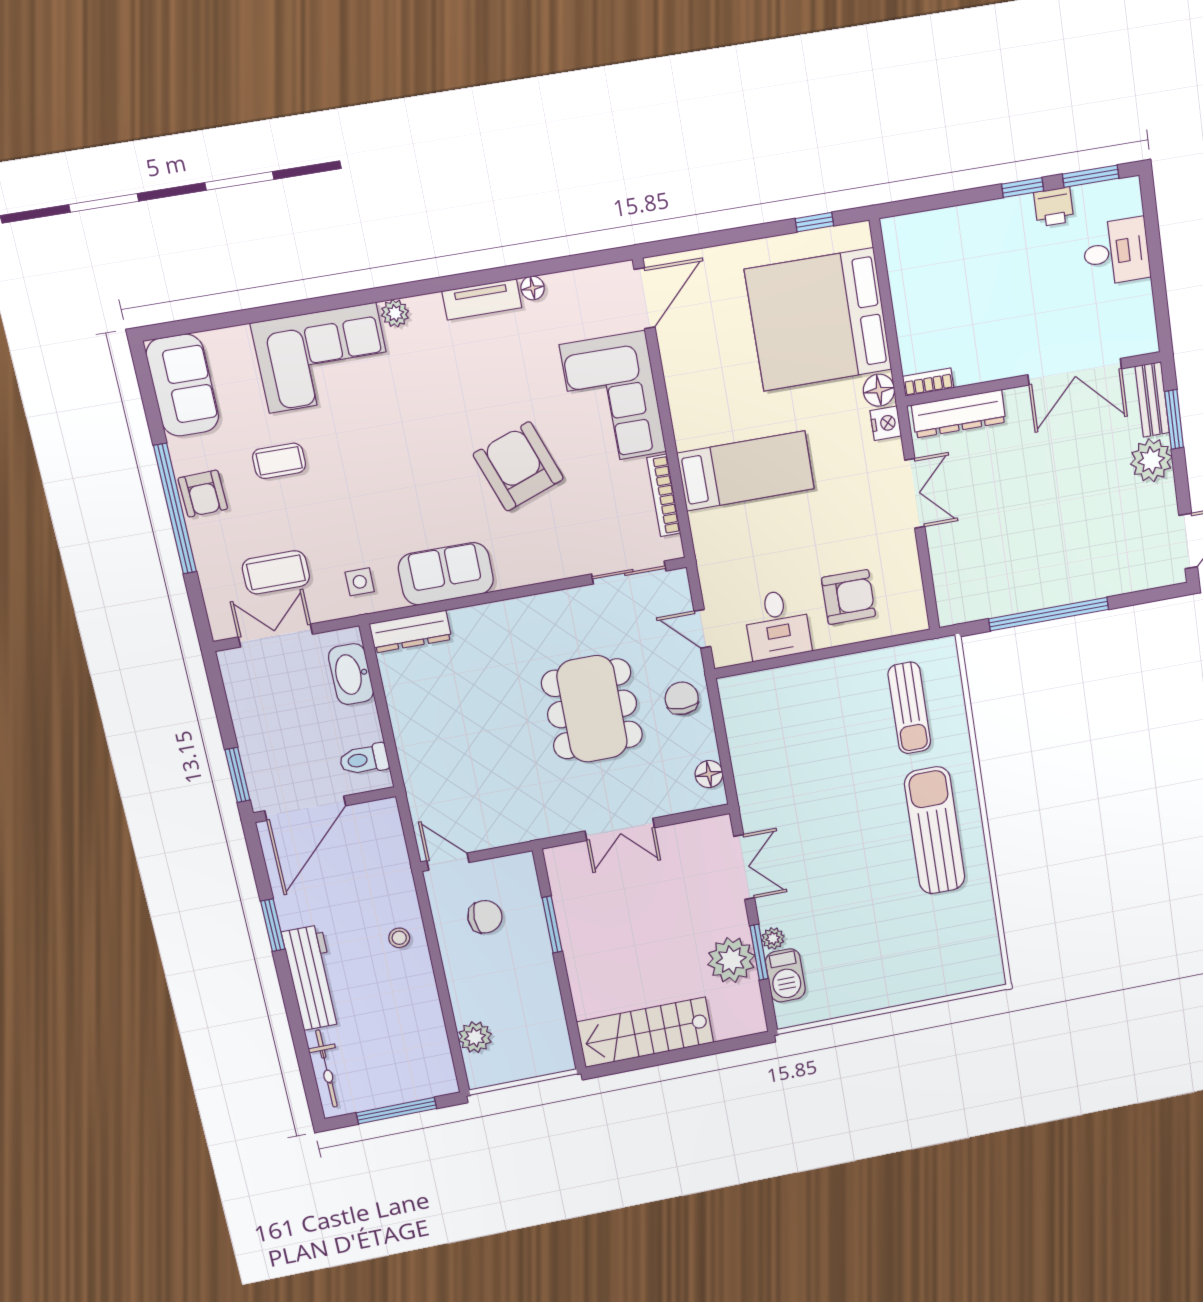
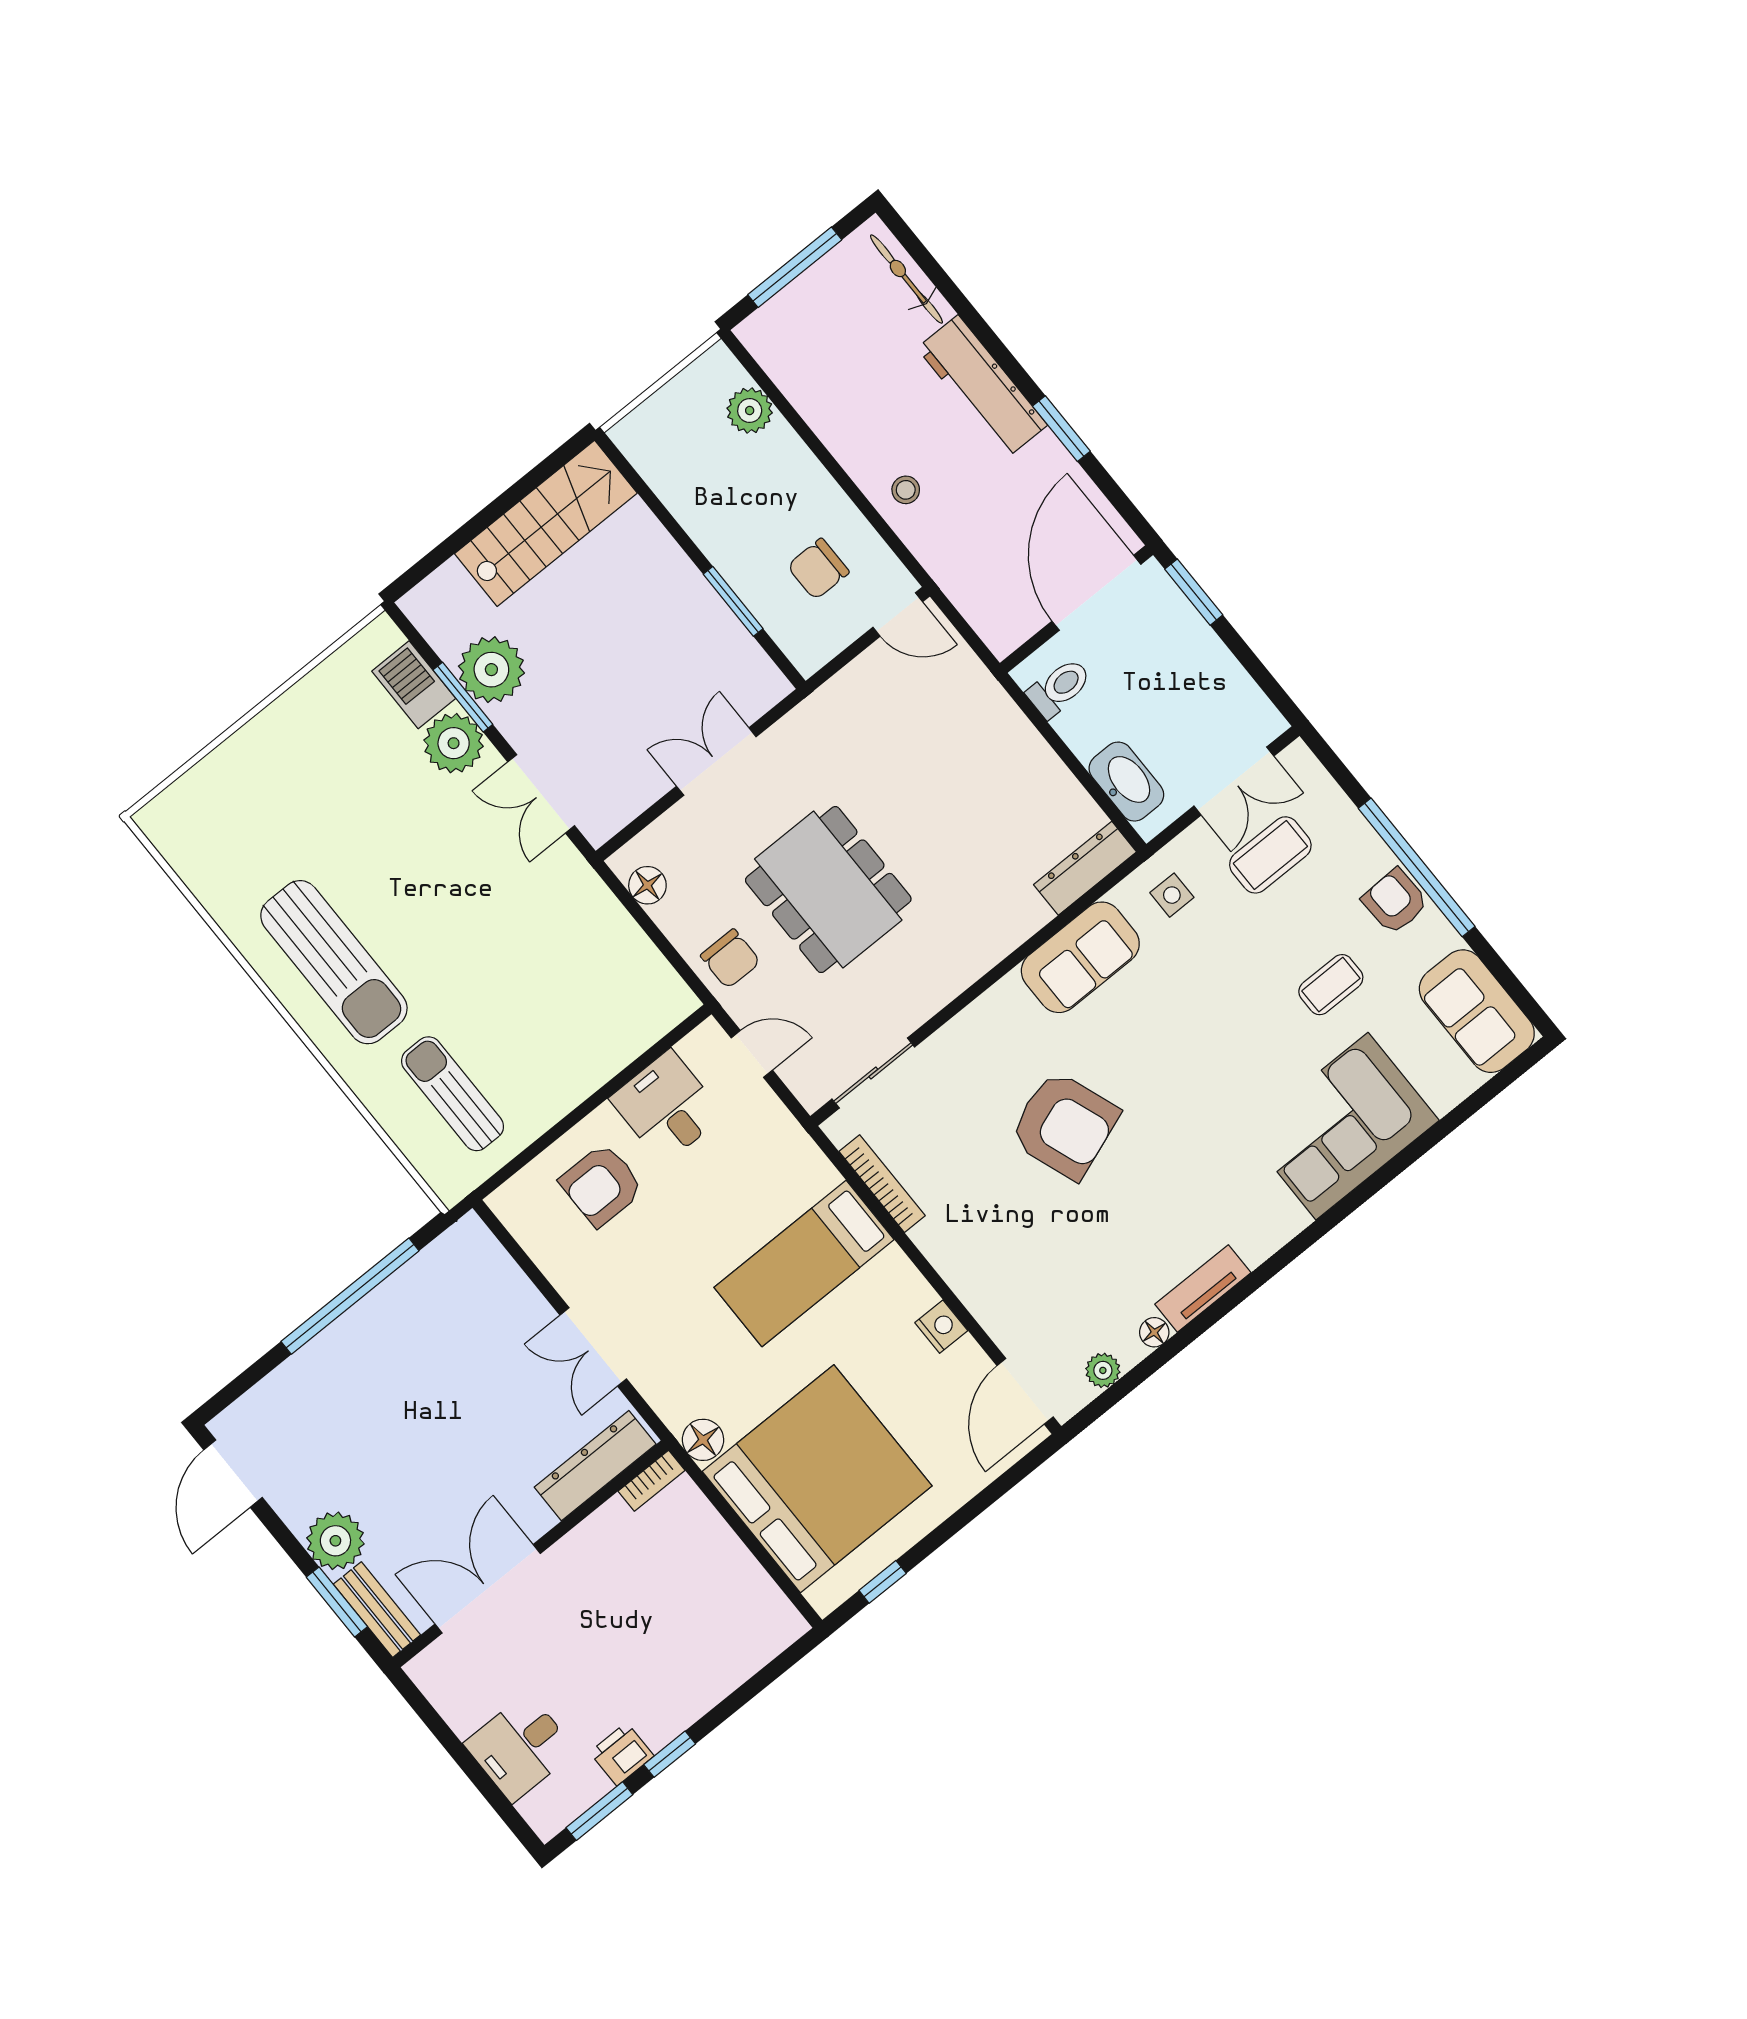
plant: (395, 313) -> (1103, 1370), moved
corner sofa: (613, 399) -> (999, 1261), removed
nightstand: (886, 423) -> (941, 1327), moved, turned 180
plant: (773, 938) -> (454, 743), width x1.88, depth x1.88

